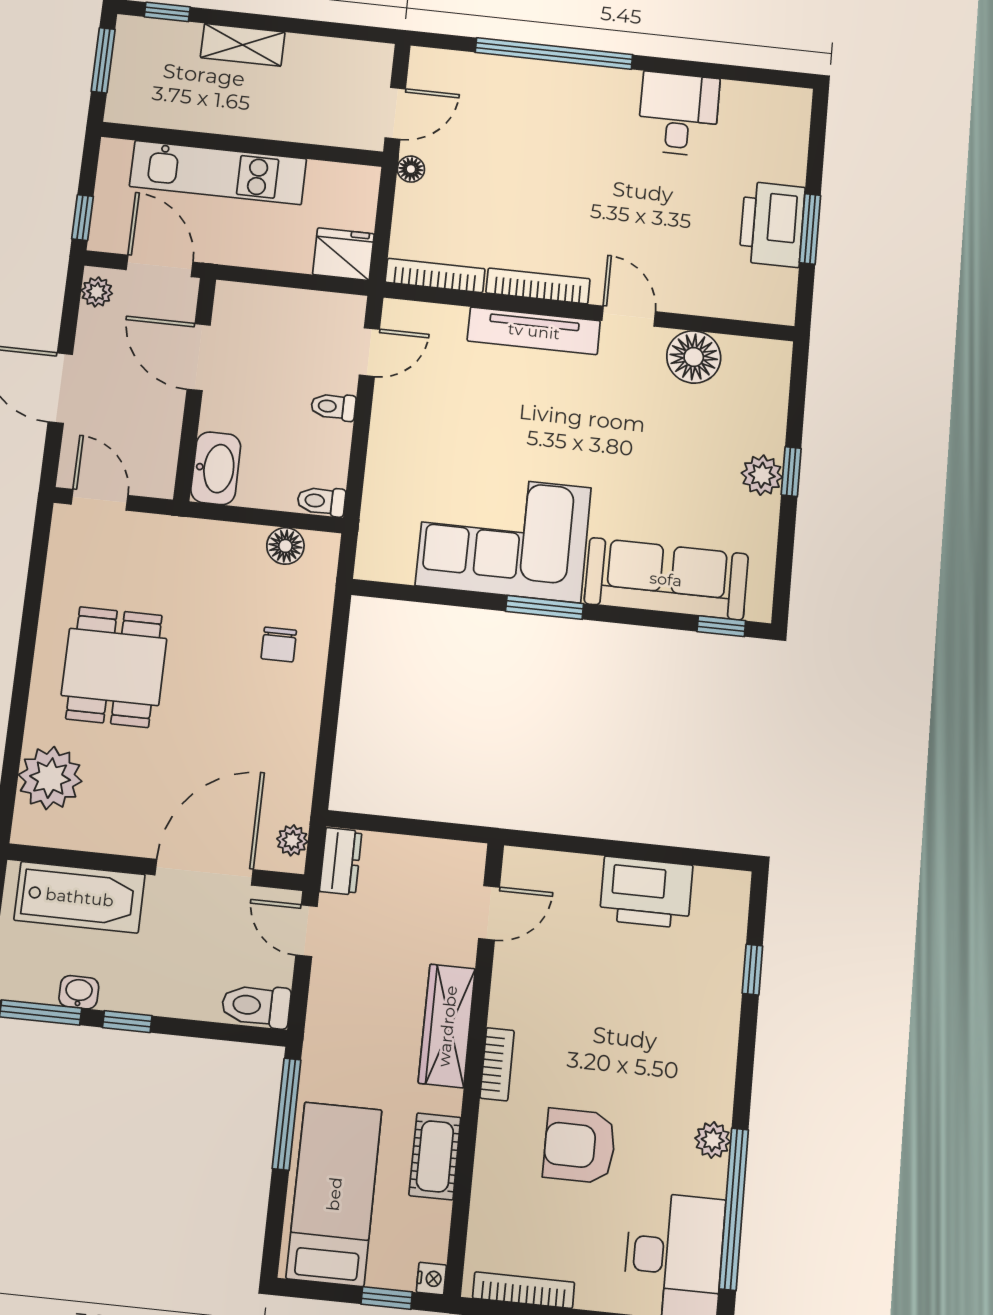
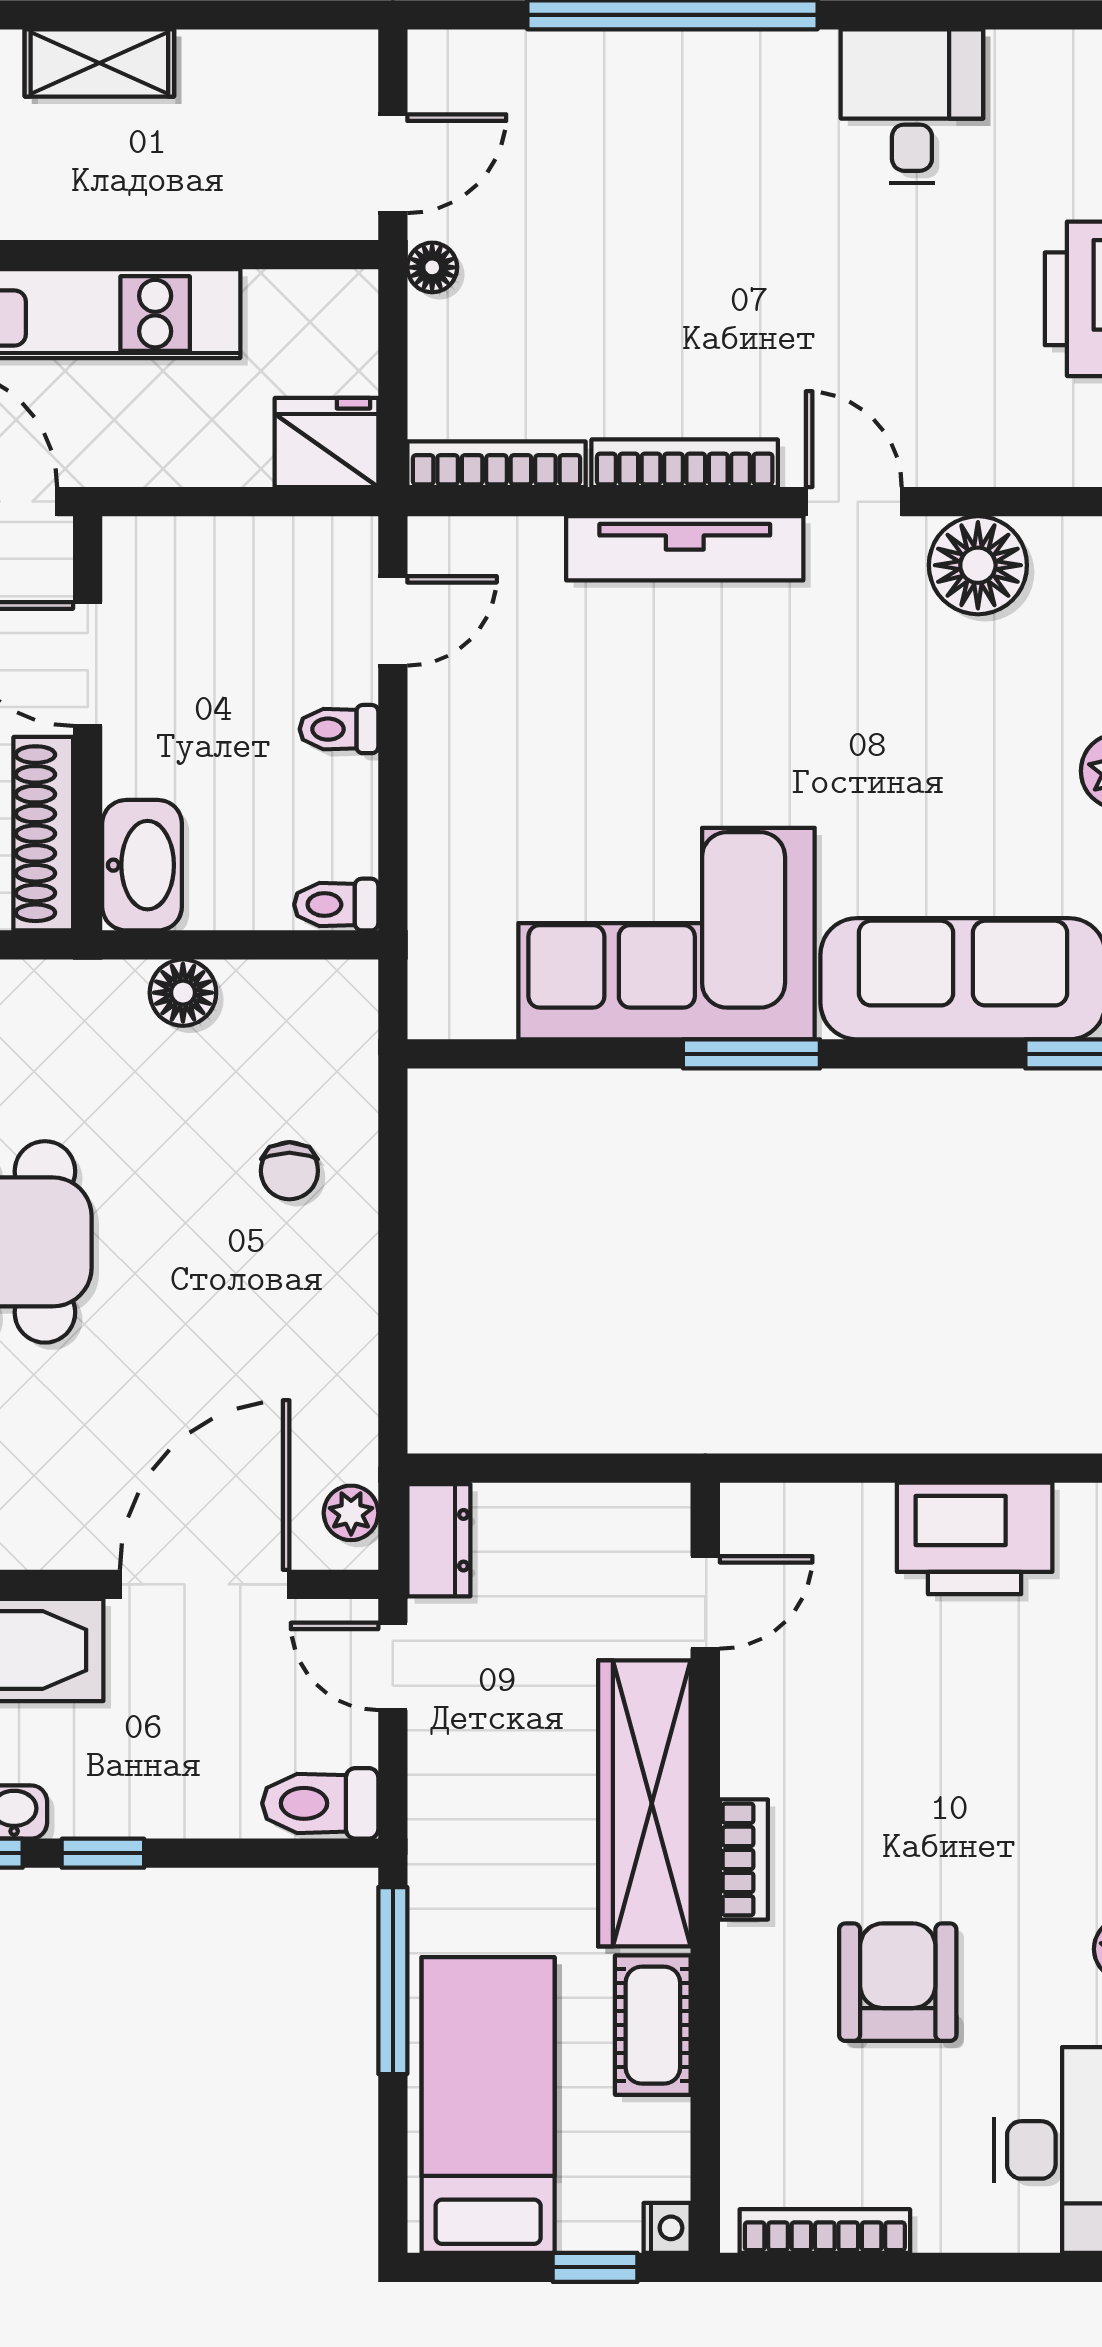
shoe rack: (163, 445) -> (43, 834), added
floor lamp: (285, 546) -> (183, 993), moved
wardrobe: (447, 1026) -> (644, 1803), width x1.40, depth x1.17
armchair: (579, 1146) -> (898, 1982), turned 90

